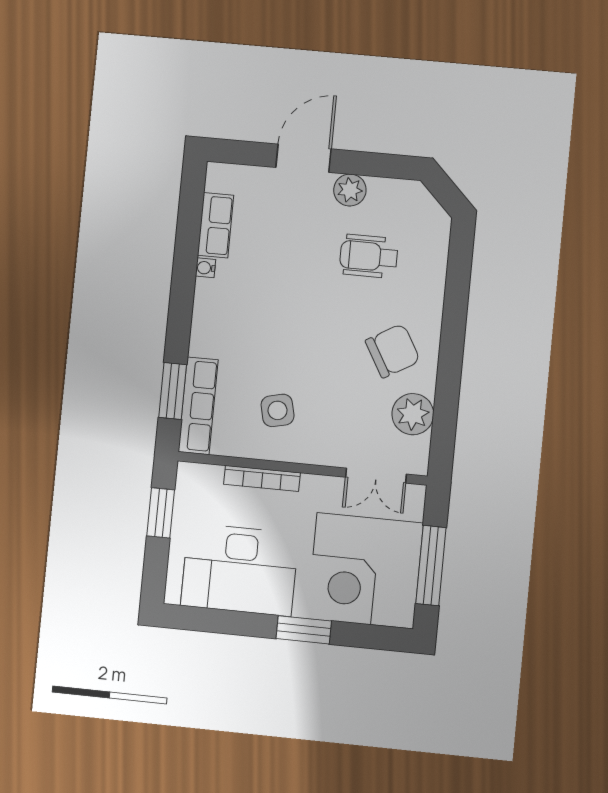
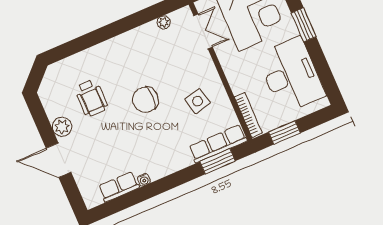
chair: (393, 351) -> (145, 100), moved, turned -60
plant: (413, 414) -> (164, 22), width x0.53, depth x0.53
bookcase: (262, 478) -> (248, 115), moved

